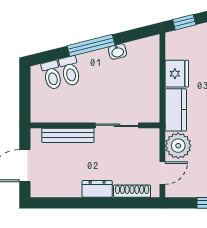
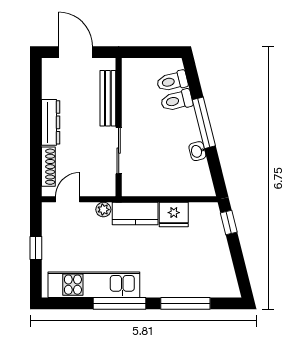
plant: (178, 146) -> (103, 210), width x0.53, depth x0.53
door: (162, 173) -> (68, 199), swing flipped
dresser: (97, 189) -> (51, 122), width x1.44

